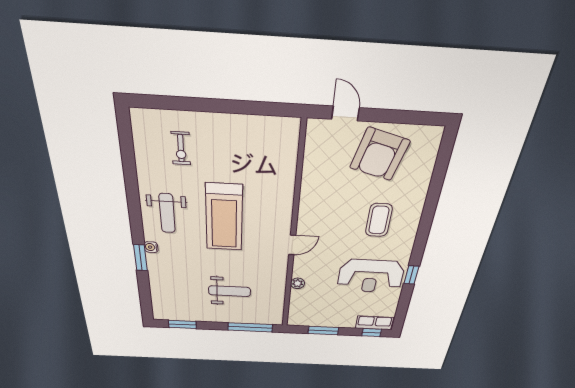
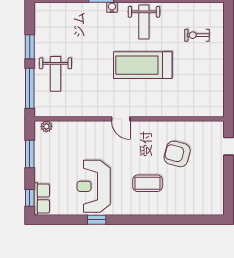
armchair: (380, 154) -> (177, 154), moved, width x0.73, depth x0.73
weight bench: (167, 213) -> (144, 22), turned -90
plant: (298, 283) -> (46, 126), moved
weight bench: (230, 291) -> (55, 74), moved
window: (182, 324) -> (30, 47), moved

